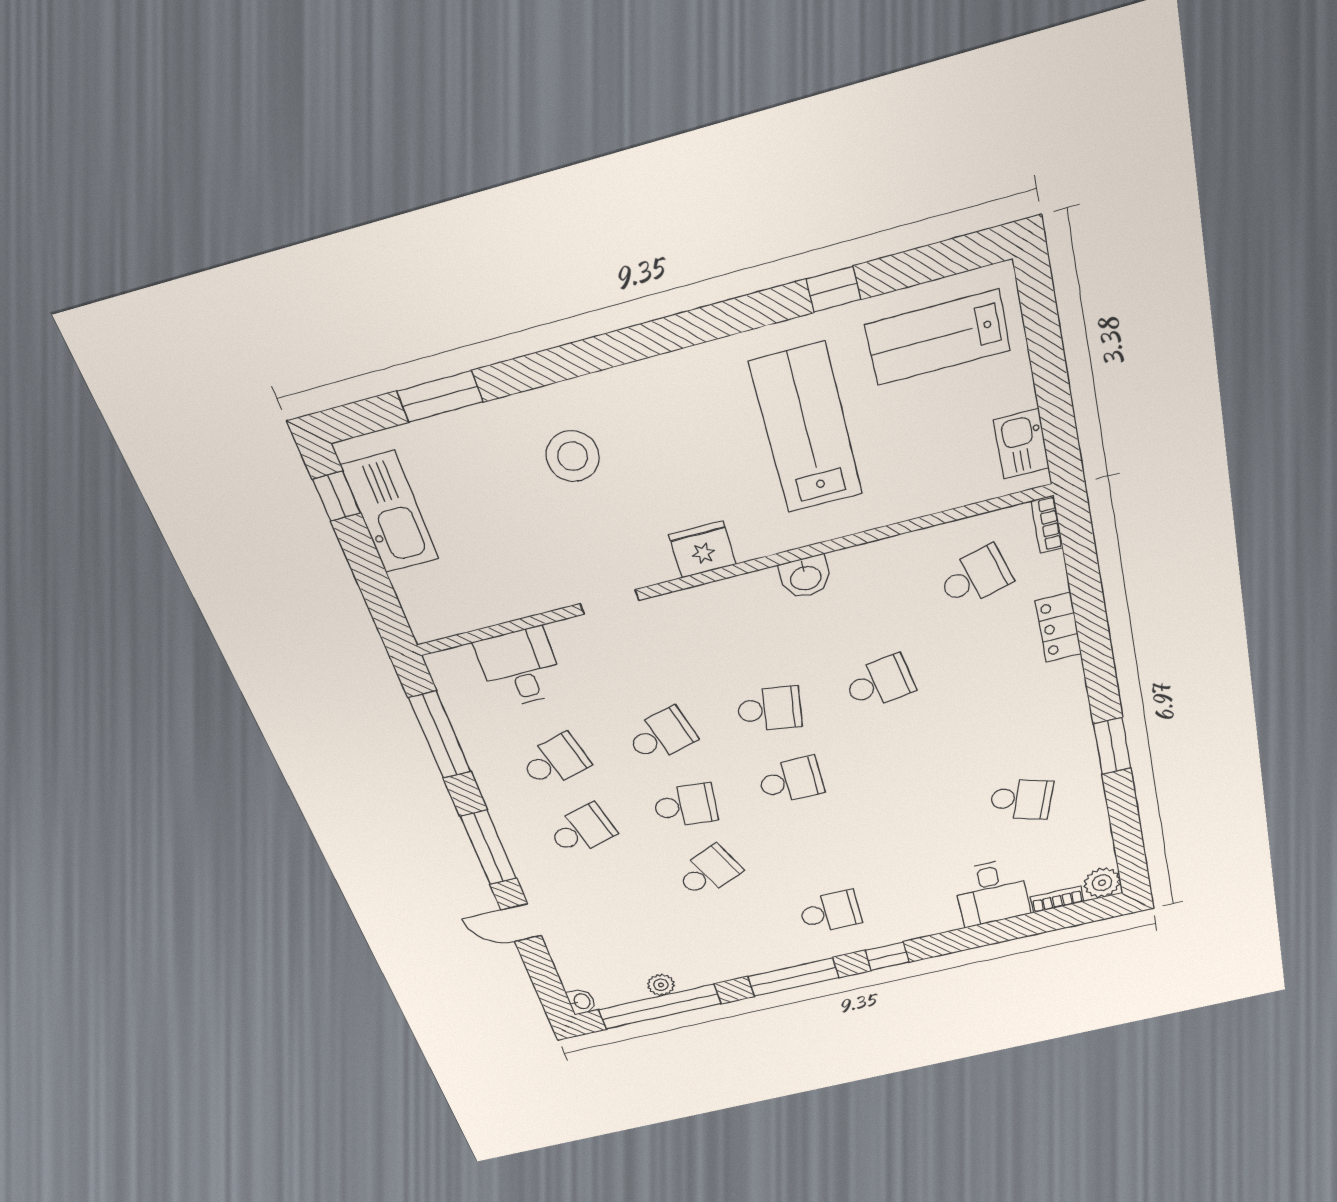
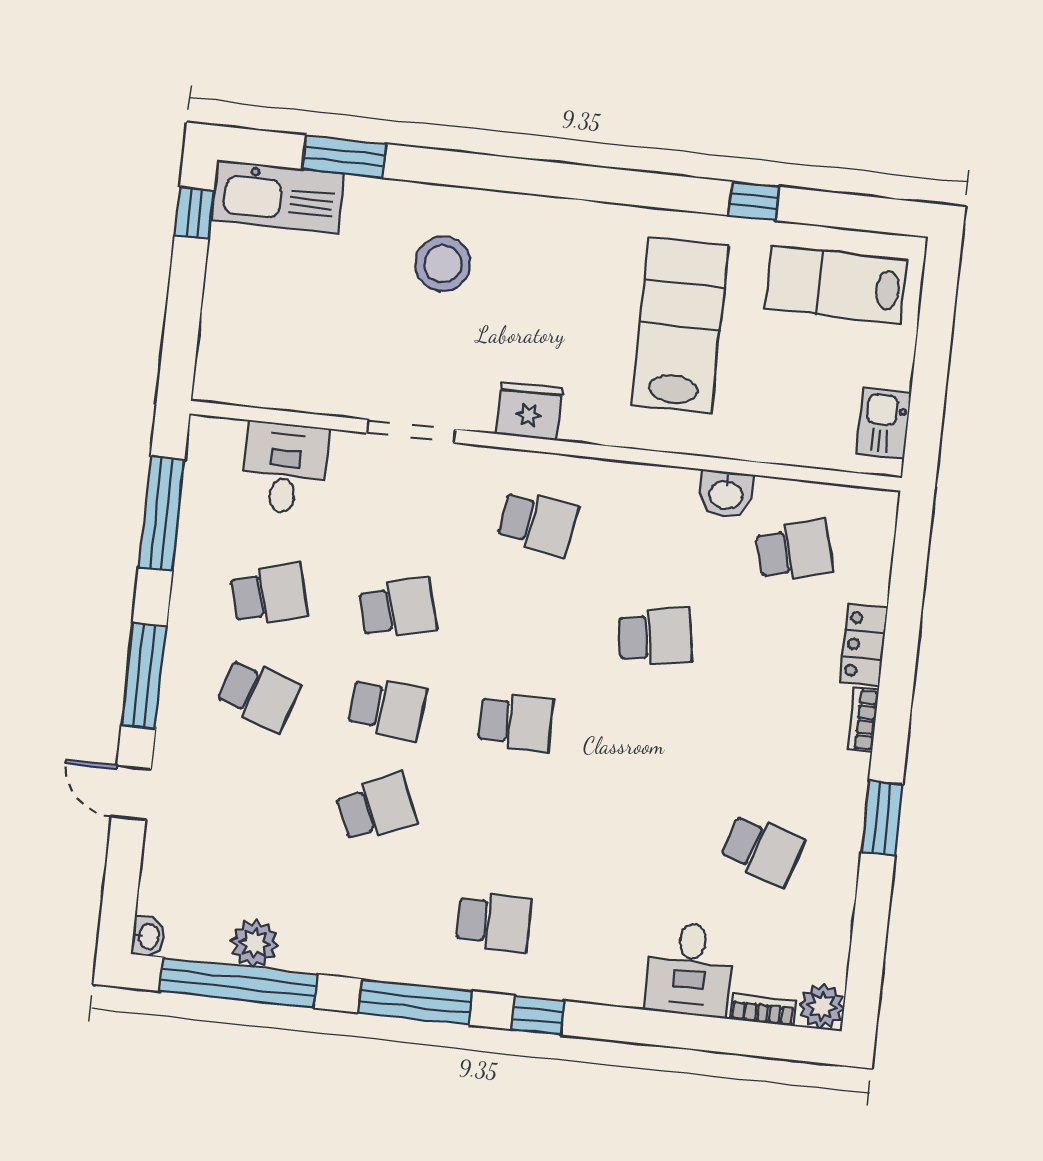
kitchen sink: (390, 512) -> (278, 197), moved, turned 90
bookcase: (1047, 524) -> (863, 720), moved
washbasin: (806, 577) -> (726, 494), moved
doorway: (610, 602) -> (411, 431), width x1.38
school desk: (769, 709) -> (537, 523), moved
school desk: (582, 830) -> (258, 694), turned 33
plant: (661, 985) -> (254, 943), width x1.38, depth x1.38

